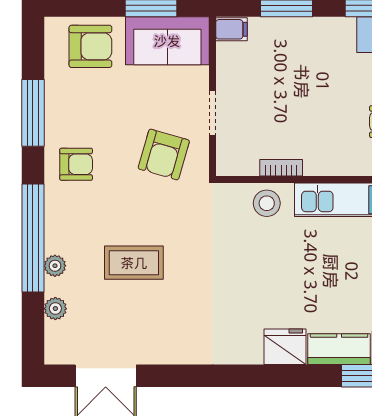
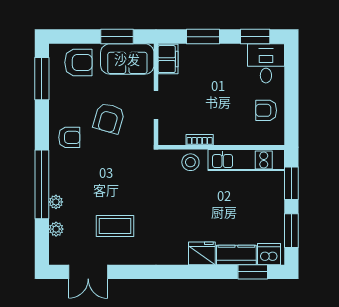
filing cabinet: (231, 29) -> (168, 59), width x2.00
window: (33, 113) -> (42, 79), moved
armchair: (164, 154) -> (109, 118), moved
coffee table: (134, 263) -> (115, 226), moved

